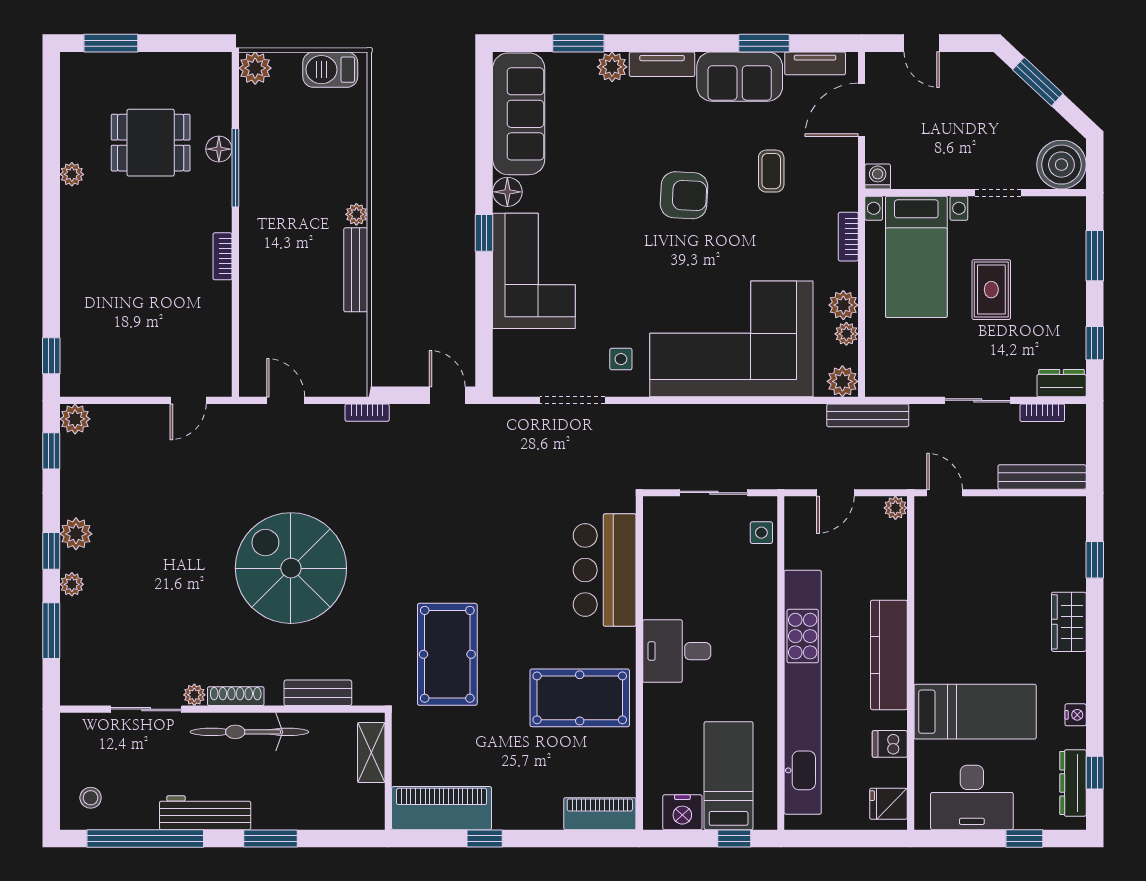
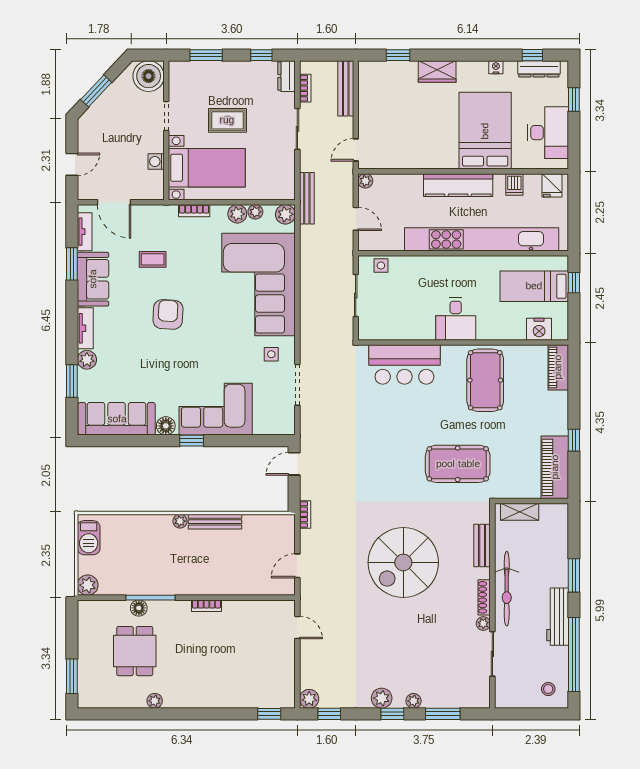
washing machine: (878, 177) -> (156, 162), moved
bed: (975, 712) -> (485, 131), width x1.50
nightstand: (682, 812) -> (539, 329), moved, turned 90

